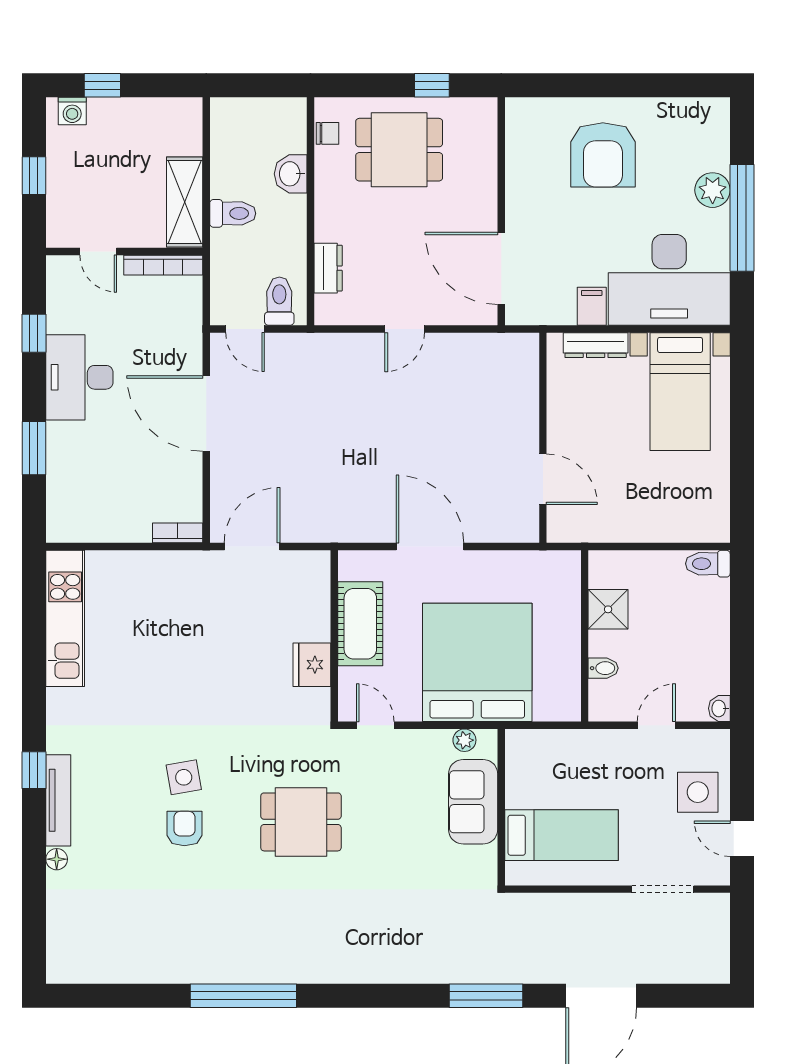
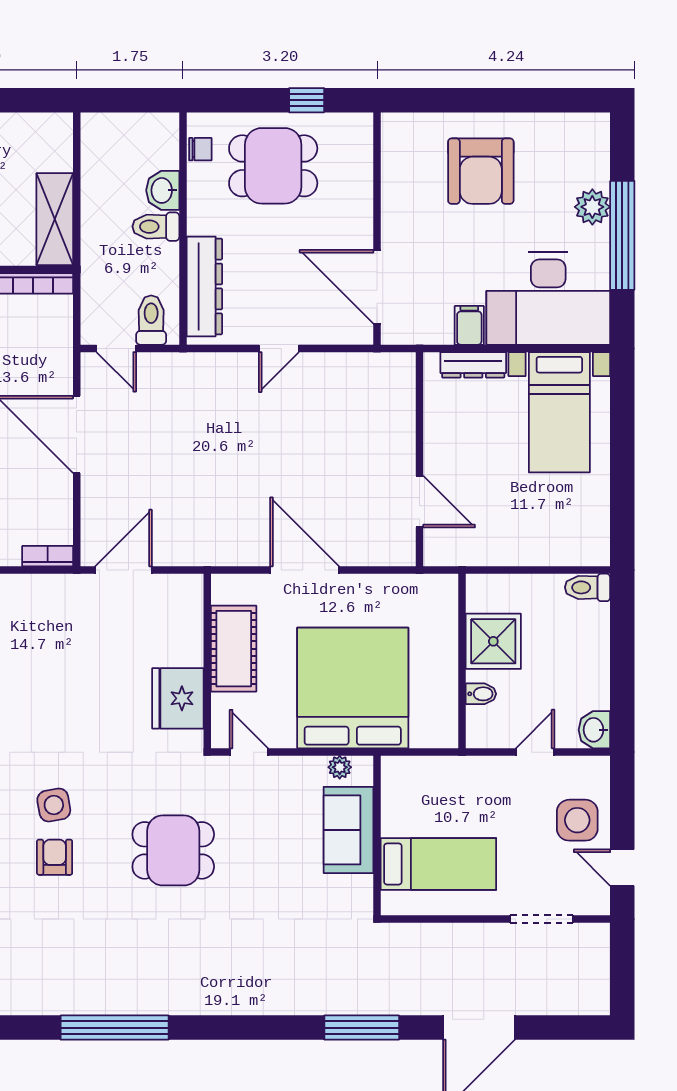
toilet: (233, 213) -> (156, 227), moved, turned 180
dresser: (328, 268) -> (204, 286), width x1.96, depth x1.24
shower: (608, 609) -> (493, 641), width x1.36, depth x1.36
fridge: (312, 665) -> (178, 698), width x1.36, depth x1.34
washbasin: (719, 708) -> (594, 730), width x1.38, depth x1.45

